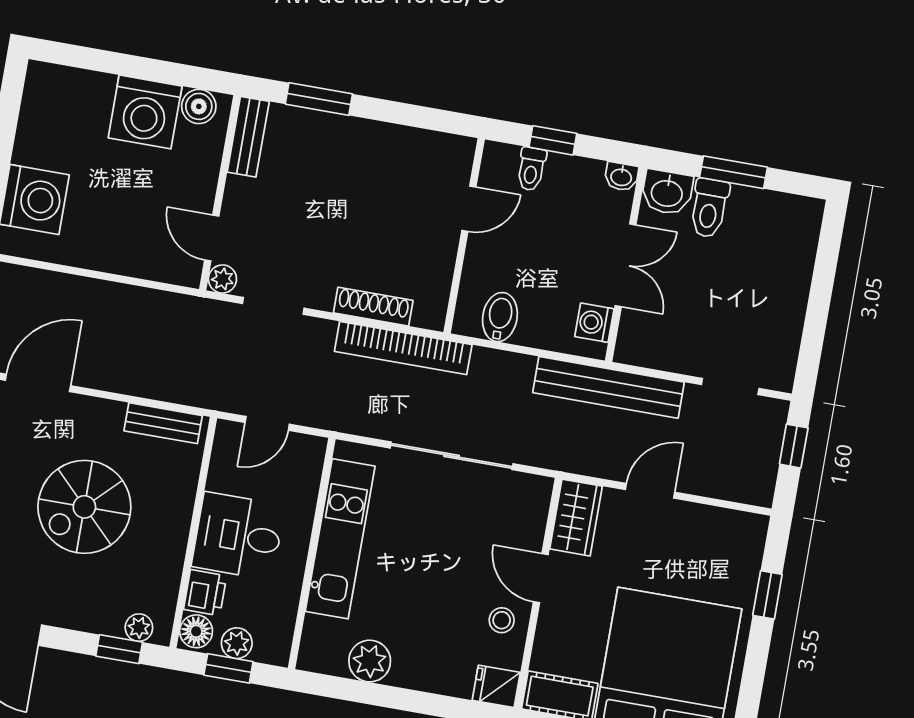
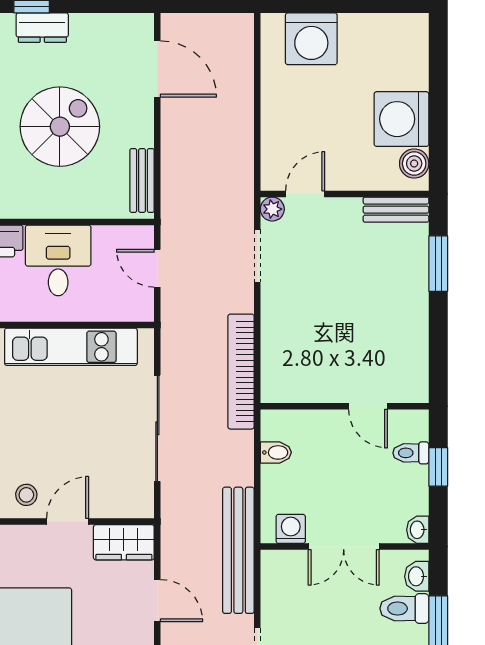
washbasin: (667, 192) -> (417, 576), width x0.72, depth x0.69
shoe rack: (373, 307) -> (271, 340), removed
bidet: (500, 317) -> (276, 452), width x0.72, depth x0.74
spiral stairs: (84, 507) -> (60, 127), turned 90

